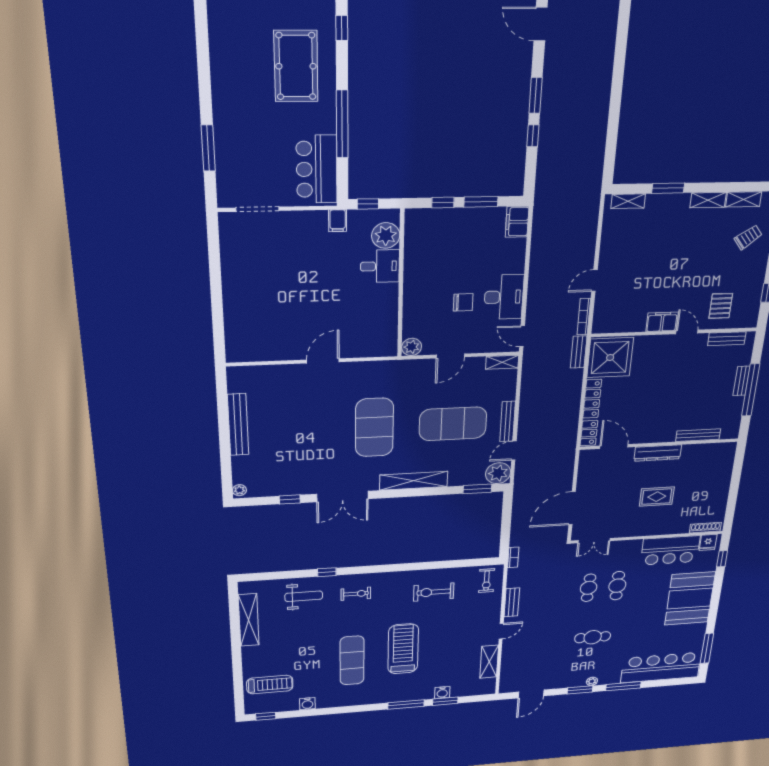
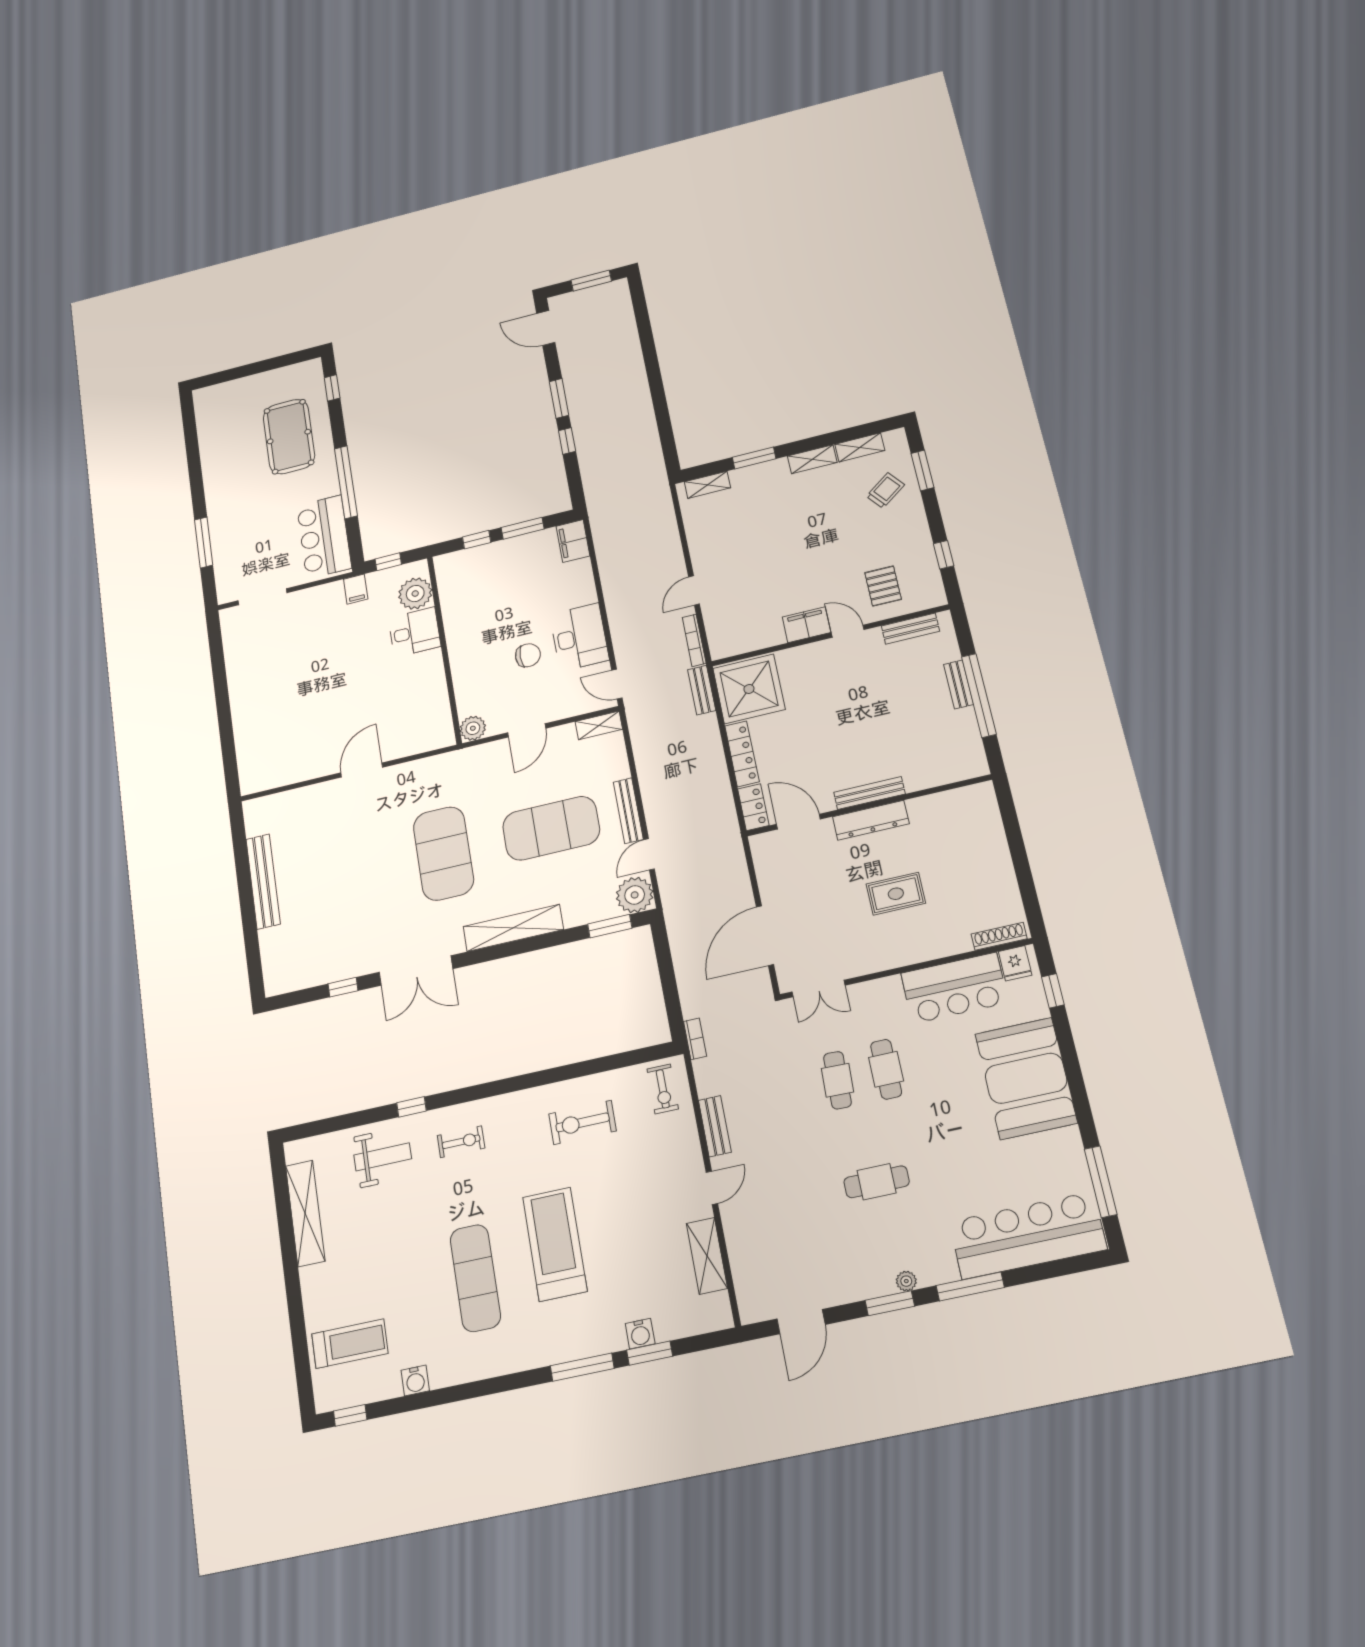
bench: (698, 435) -> (869, 793), moved
plant: (239, 490) -> (273, 983), removed

